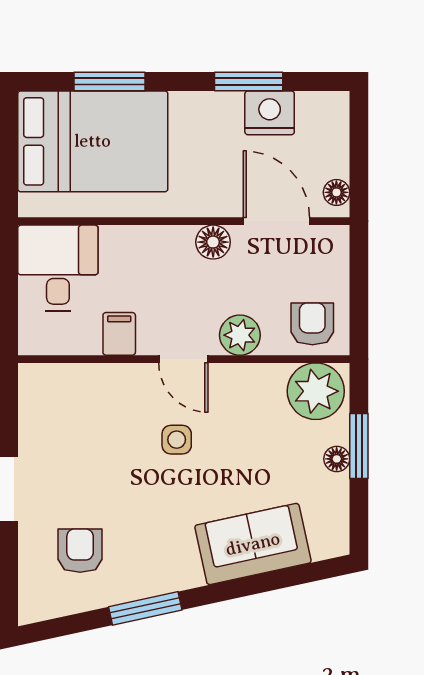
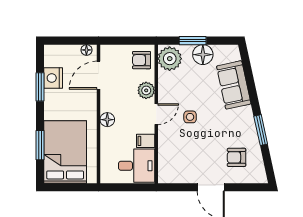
floor lamp: (213, 242) -> (107, 120), moved
desk: (58, 268) -> (137, 166), moved, turned 180
floor lamp: (337, 459) -> (203, 55), width x1.89, depth x1.89

